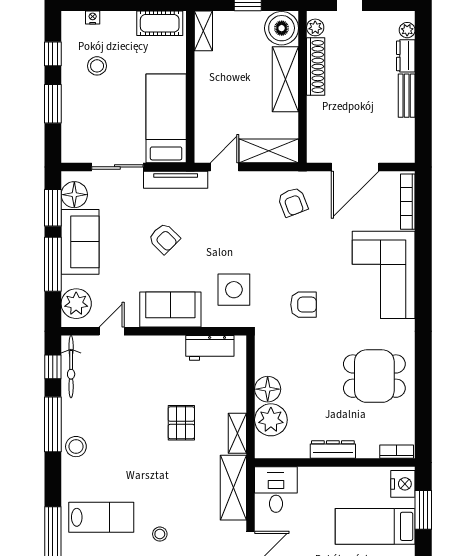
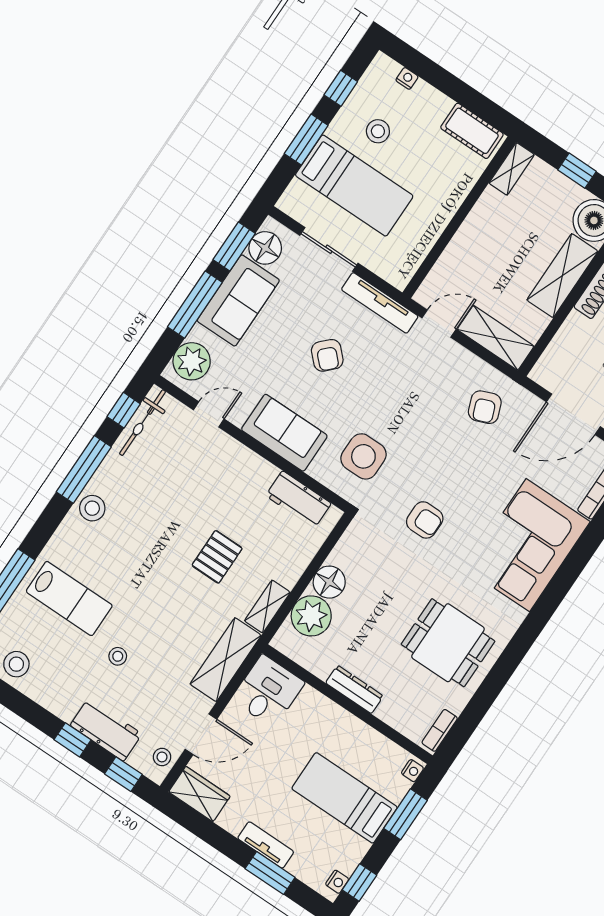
bed: (166, 118) -> (354, 186), moved, turned 90
bookcase: (397, 452) -> (440, 730), moved, turned -90
nightstand: (403, 484) -> (412, 771), width x0.53, depth x0.56

